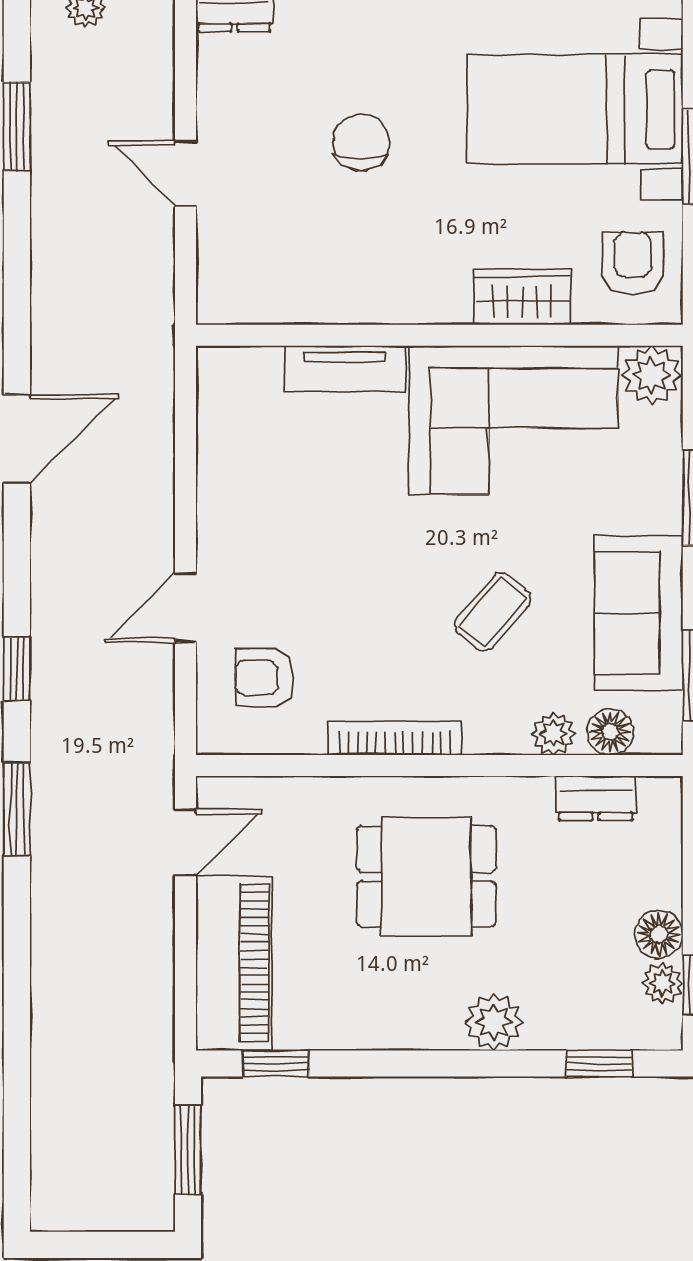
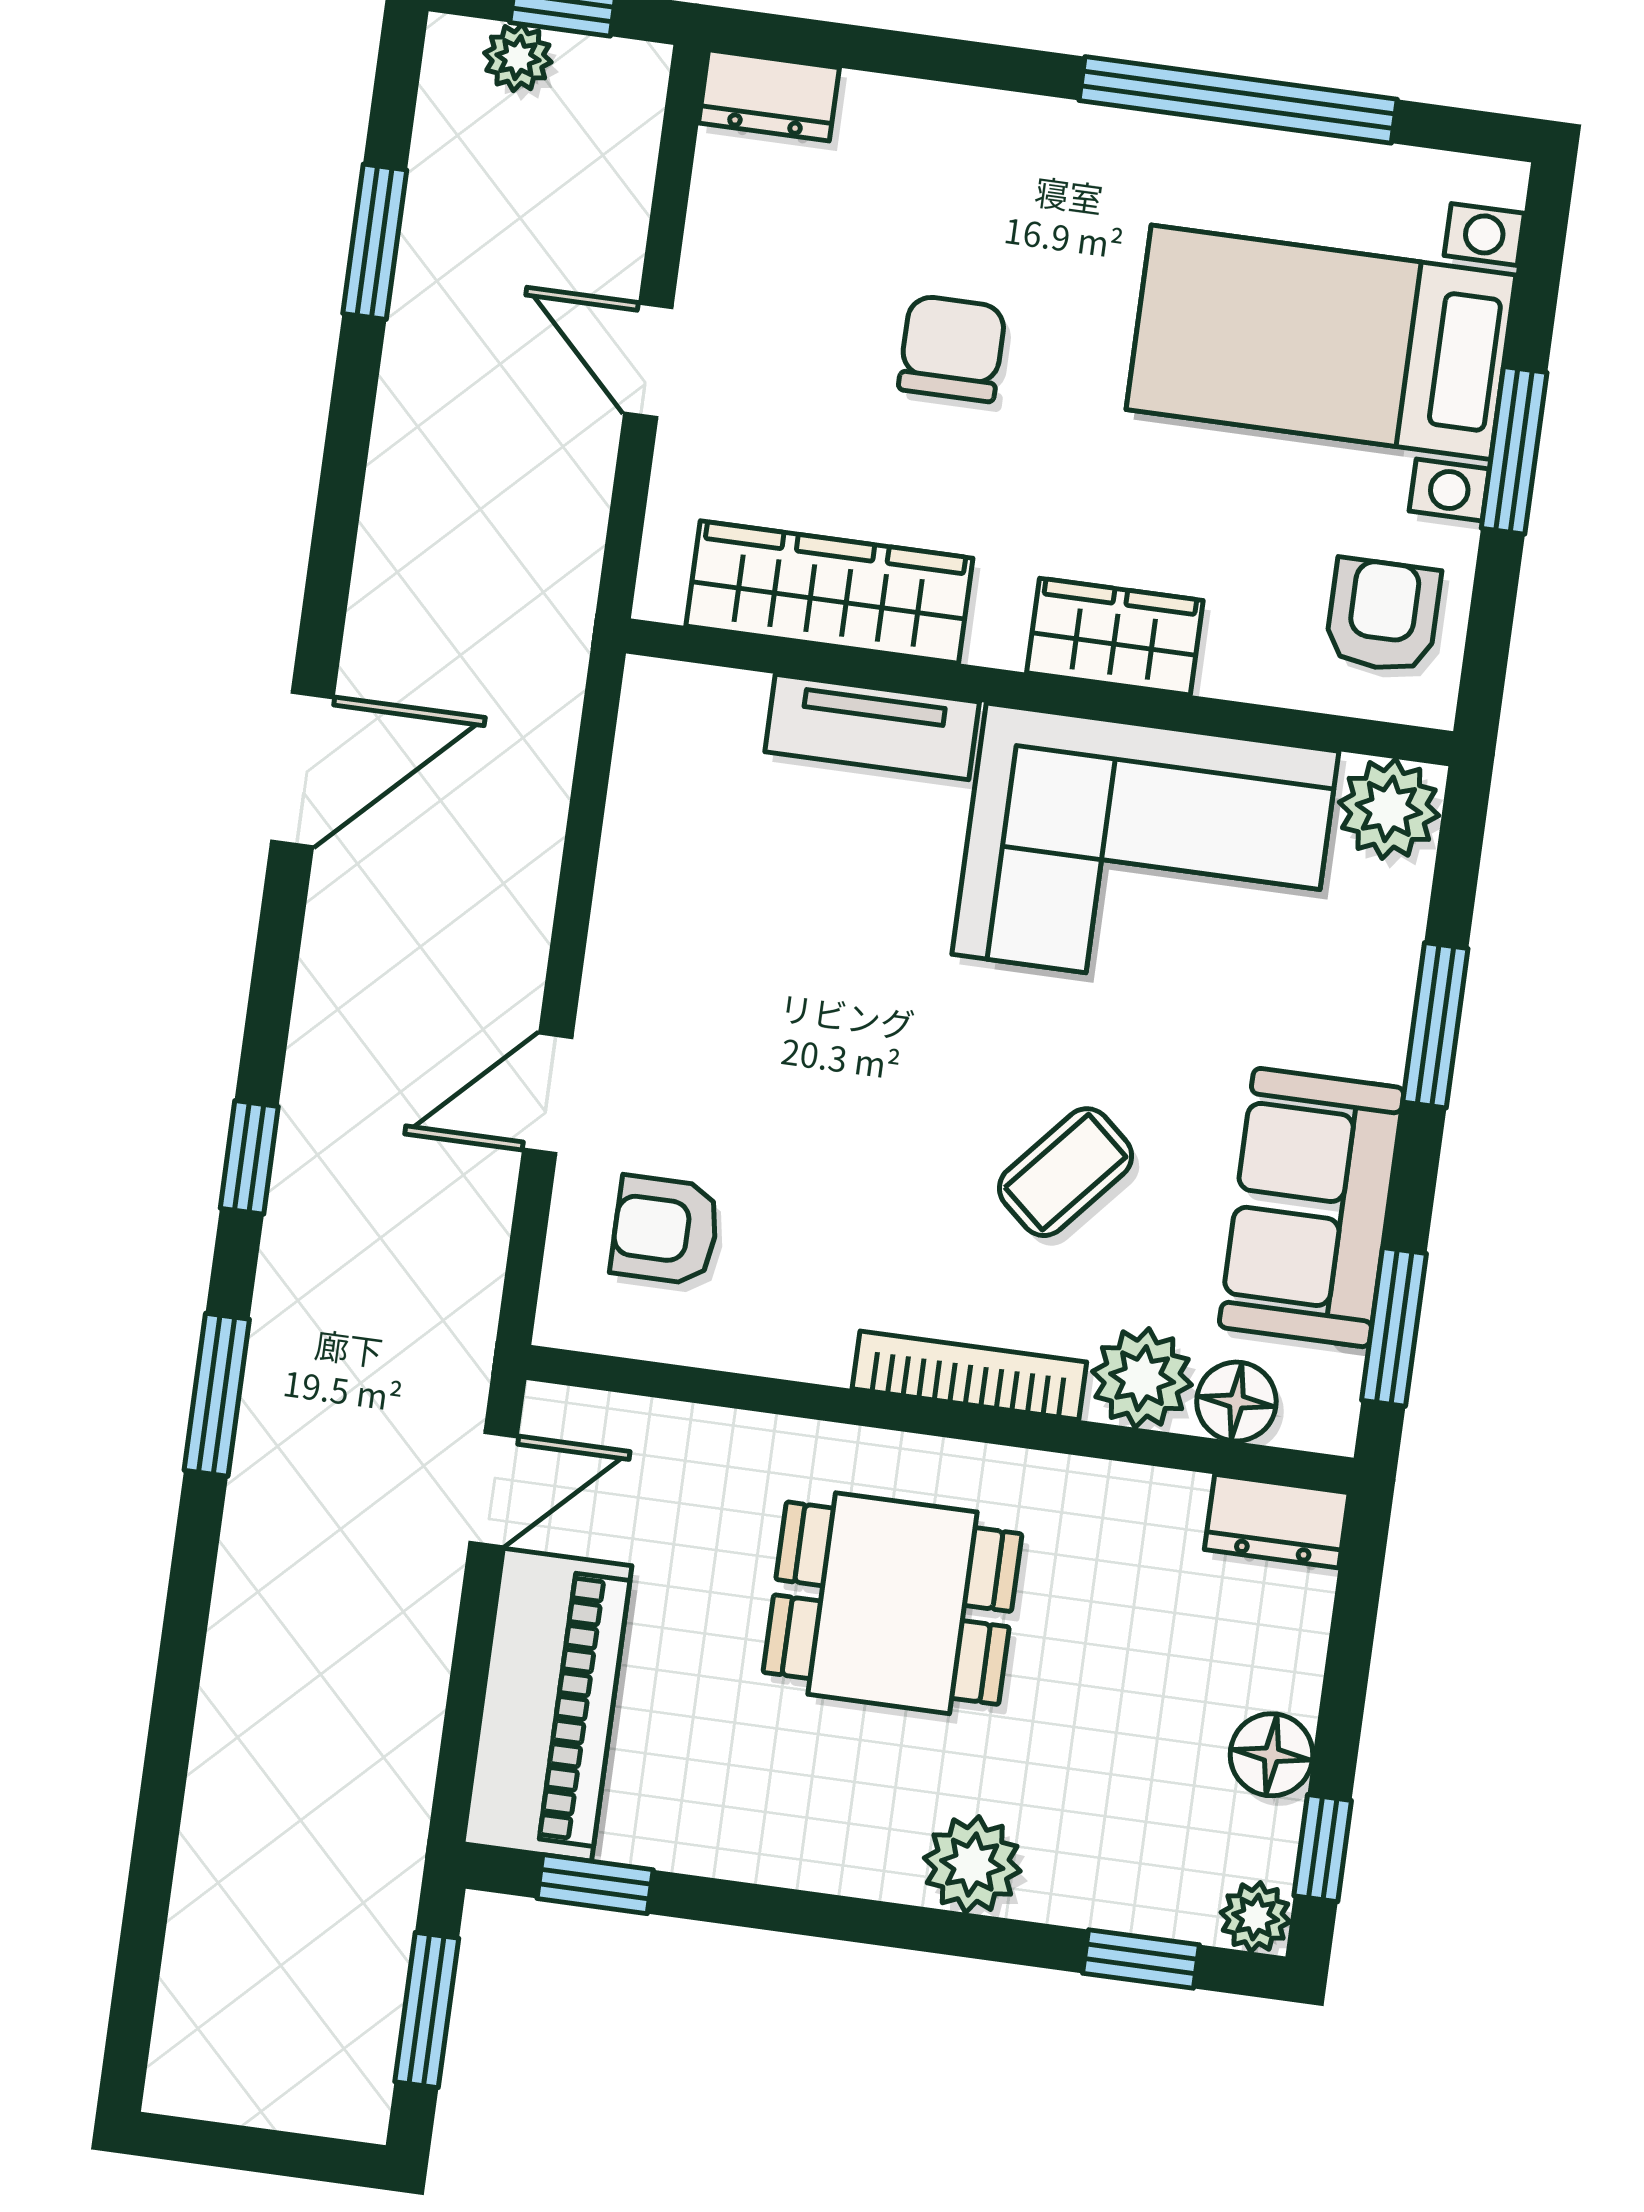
wardrobe: (309, 294) -> (829, 592), added
wardrobe: (522, 297) -> (1115, 637), moved
plant: (554, 734) -> (1142, 1378), width x1.38, depth x1.38
bookcase: (395, 738) -> (969, 1375), moved
dresser: (596, 798) -> (1277, 1521), moved
plant: (662, 983) -> (1256, 1917), moved

